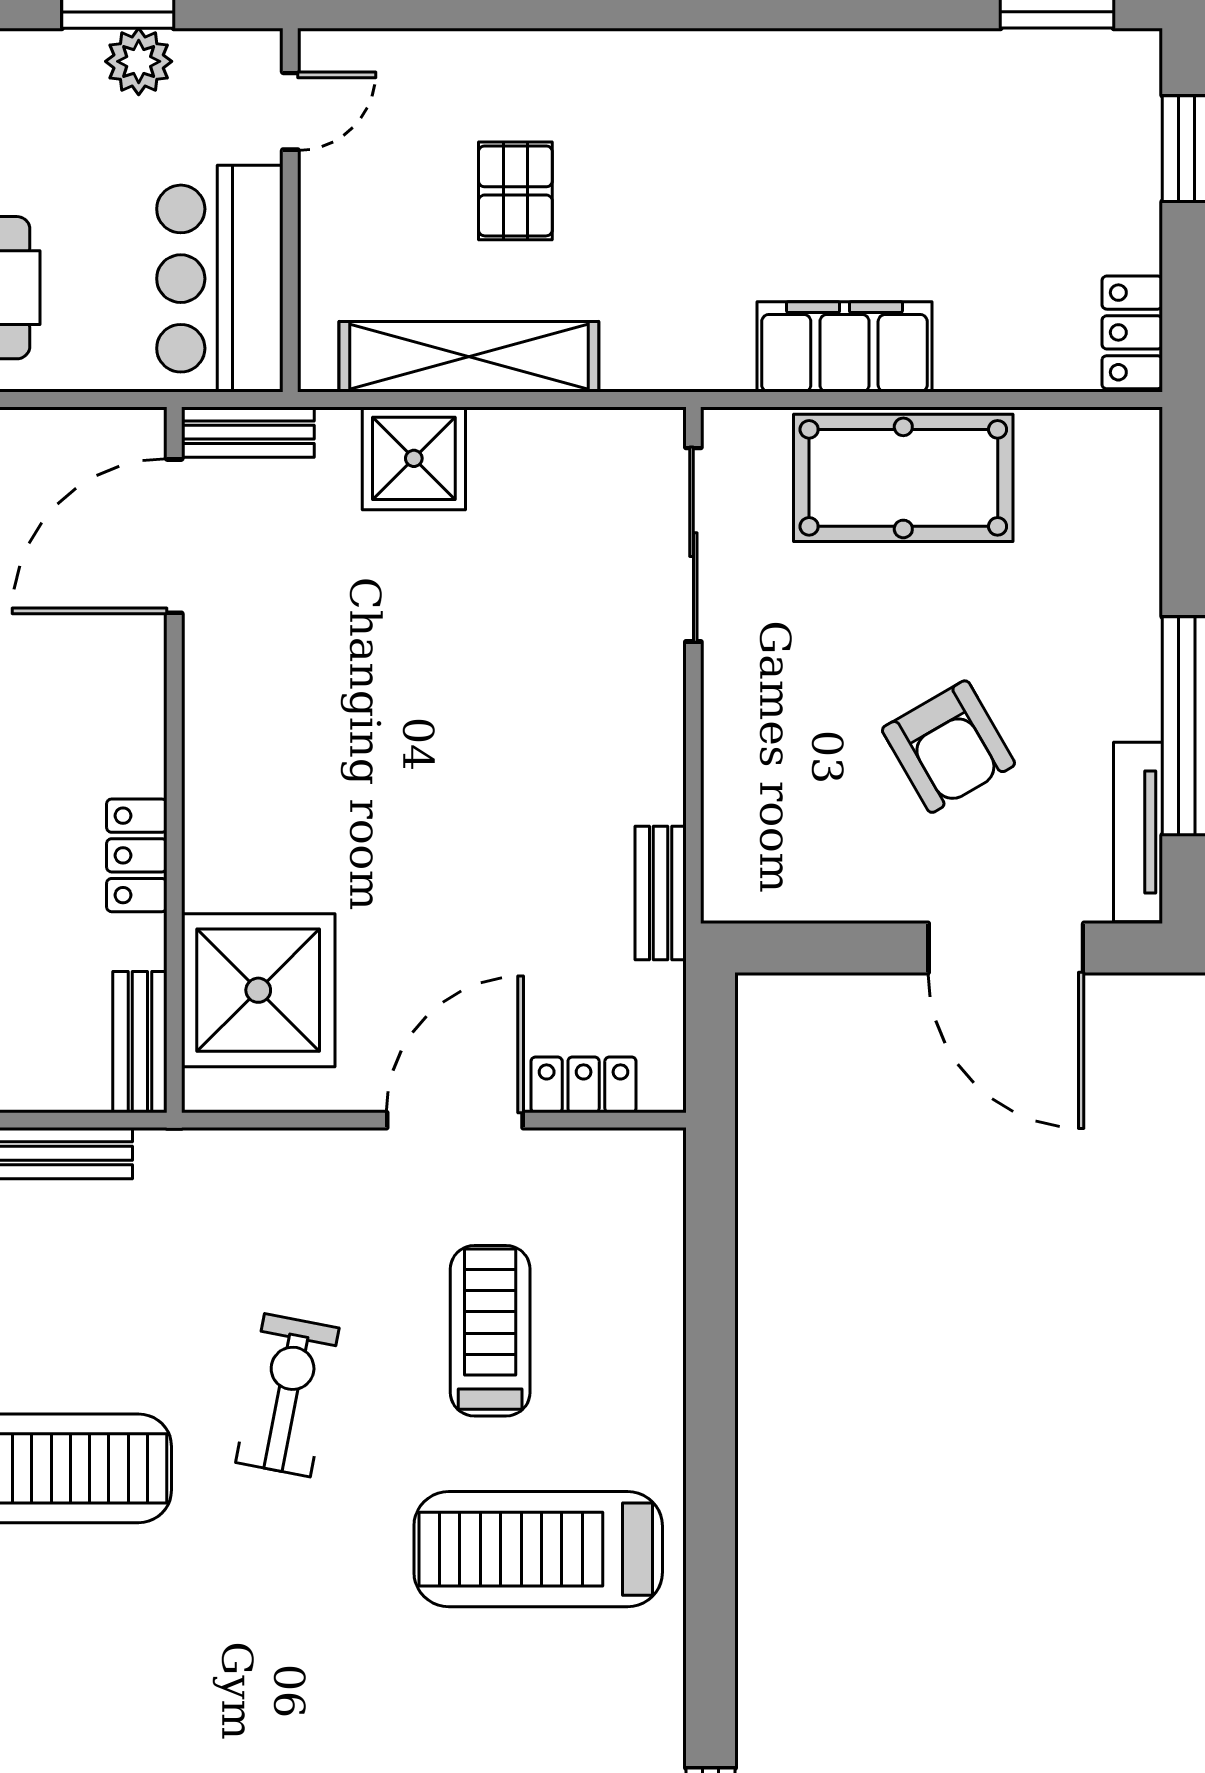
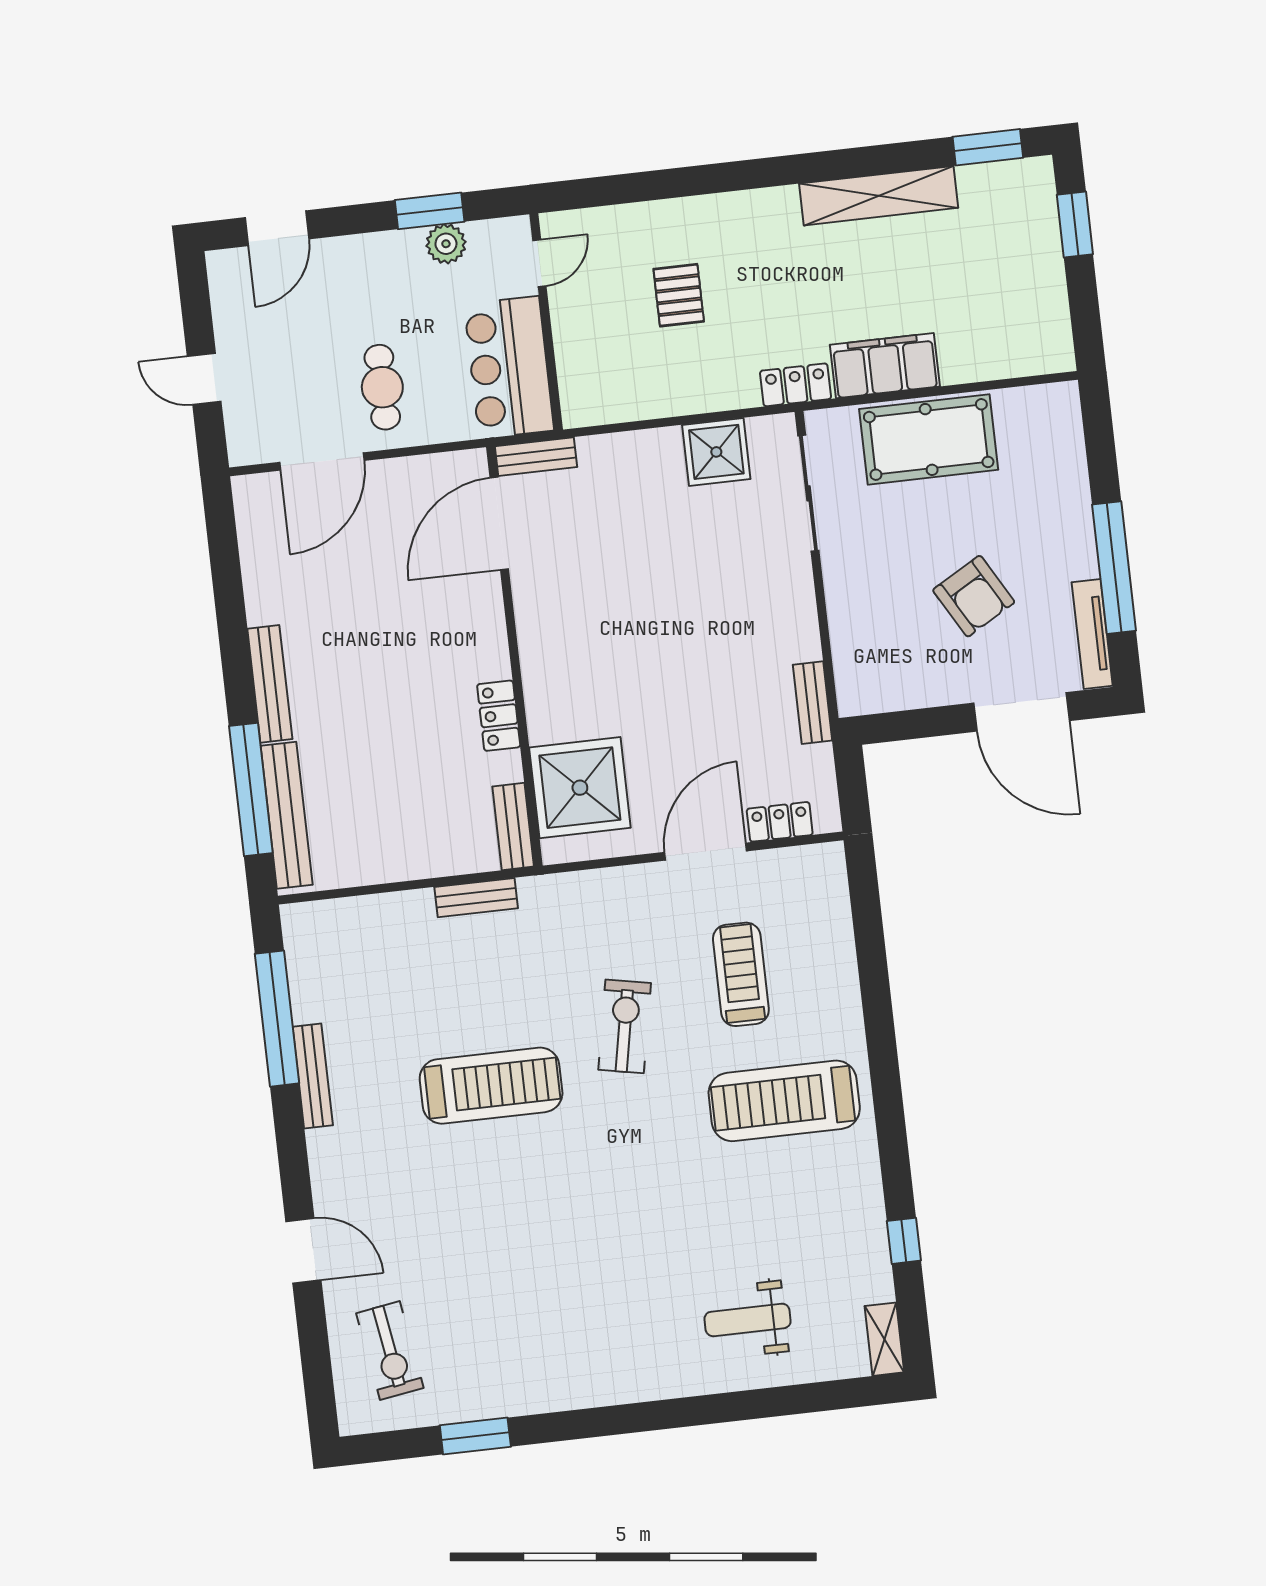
locker: (1132, 332) -> (796, 385), moved, turned 90
shelving: (469, 357) -> (879, 196), moved
shower: (414, 458) -> (716, 452), moved

